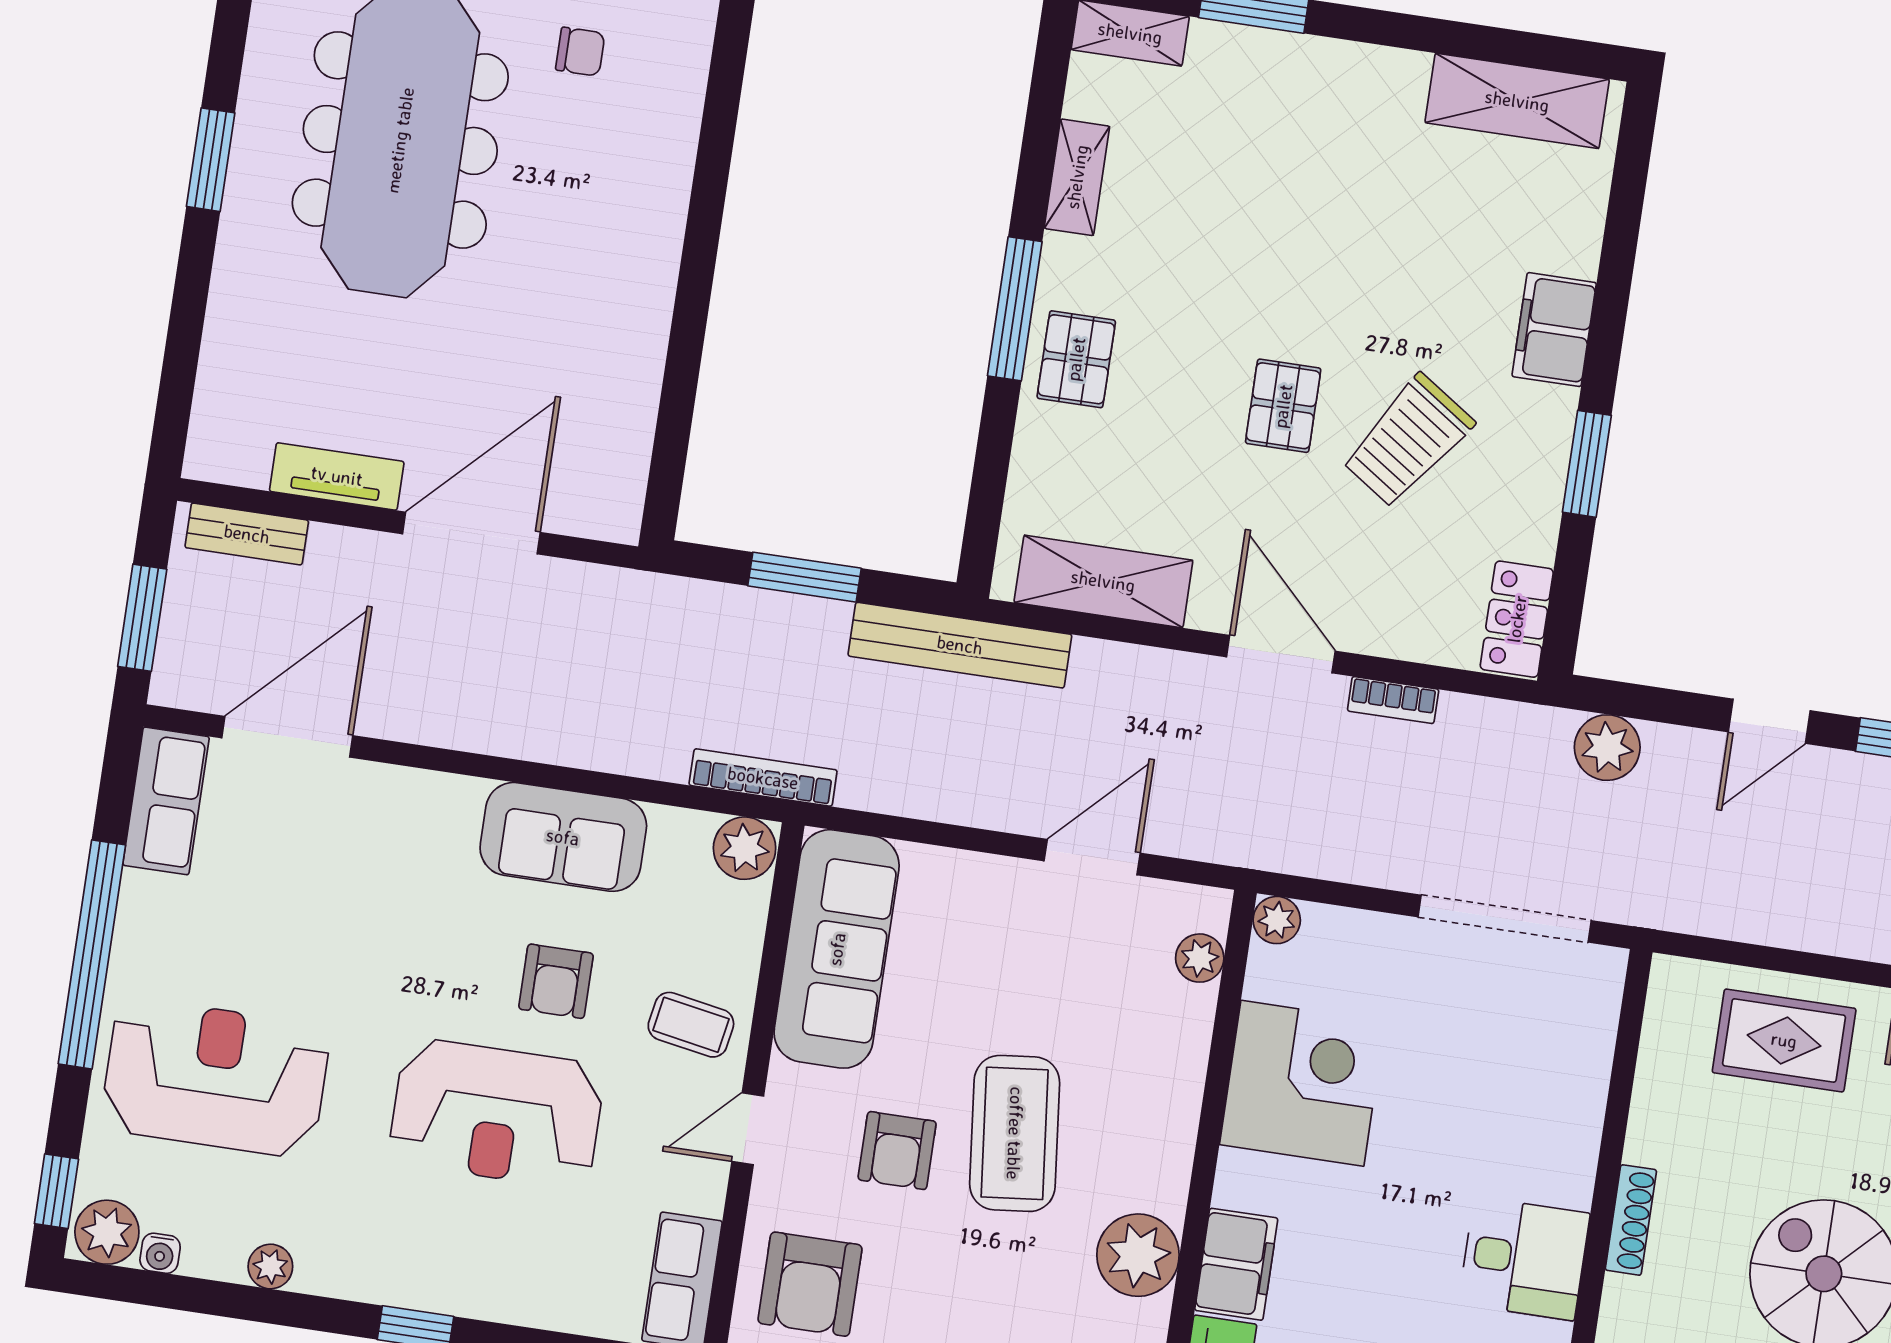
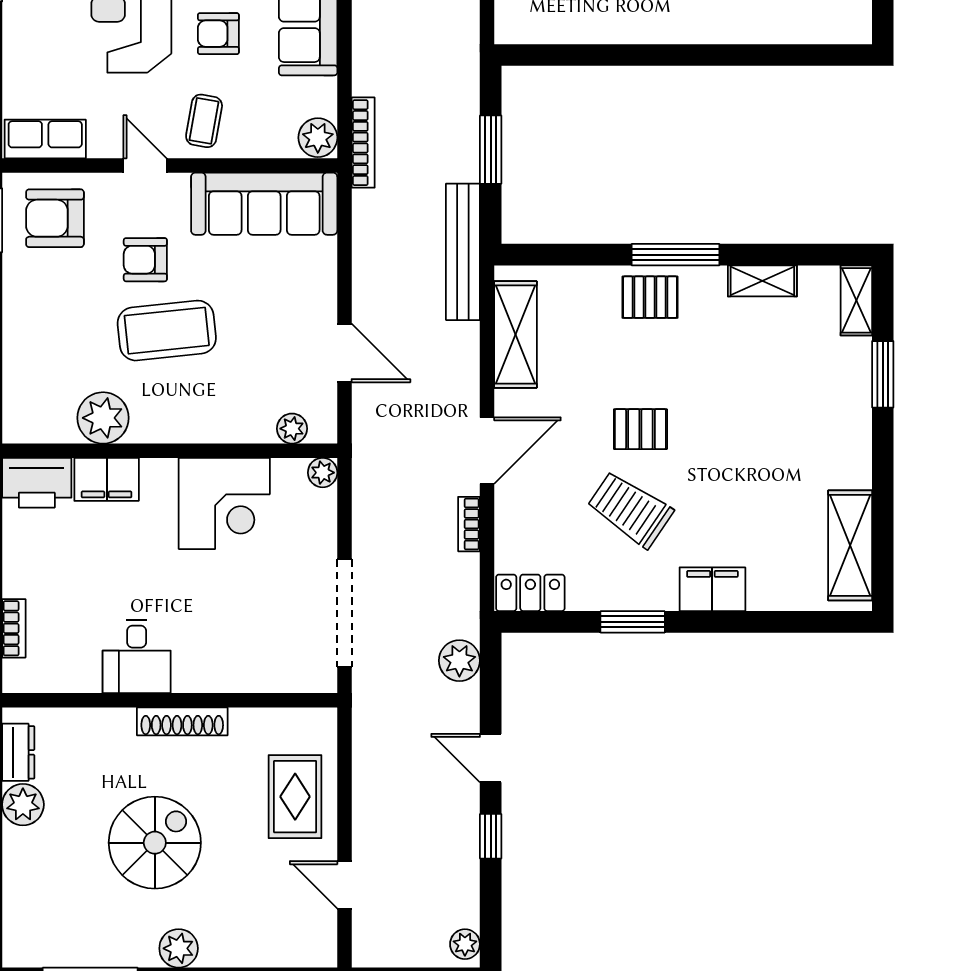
shoe rack: (1631, 1220) -> (182, 721), width x1.36, depth x1.24

